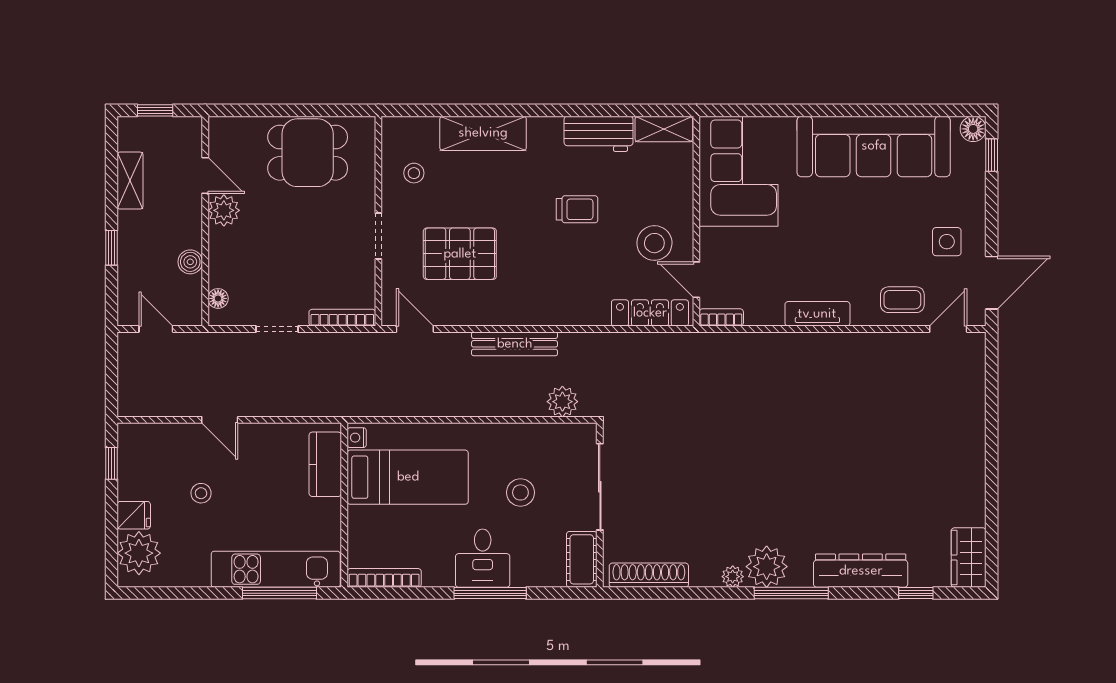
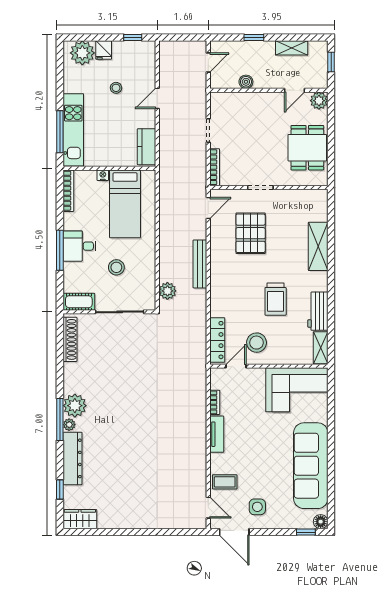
stool: (414, 173) -> (296, 207), removed
trolley: (577, 209) -> (276, 299), width x1.36, depth x1.39
plant: (224, 210) -> (319, 101), moved
floor lamp: (218, 298) -> (225, 97), removed
coffee table: (902, 300) -> (225, 482), turned 90
bookcase: (721, 317) -> (215, 402), moved
nightstand: (357, 438) -> (103, 175), moved
kitchen counter: (325, 464) -> (147, 147), moved, turned -90
plant: (733, 577) -> (69, 425), moved

